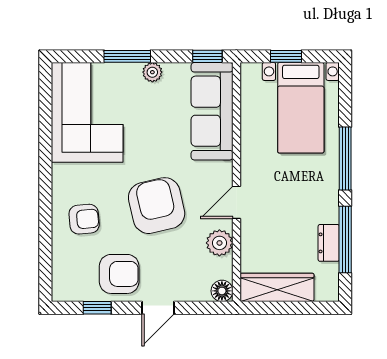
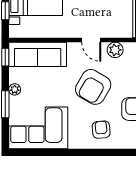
armchair: (157, 206) -> (93, 87), turned -47

